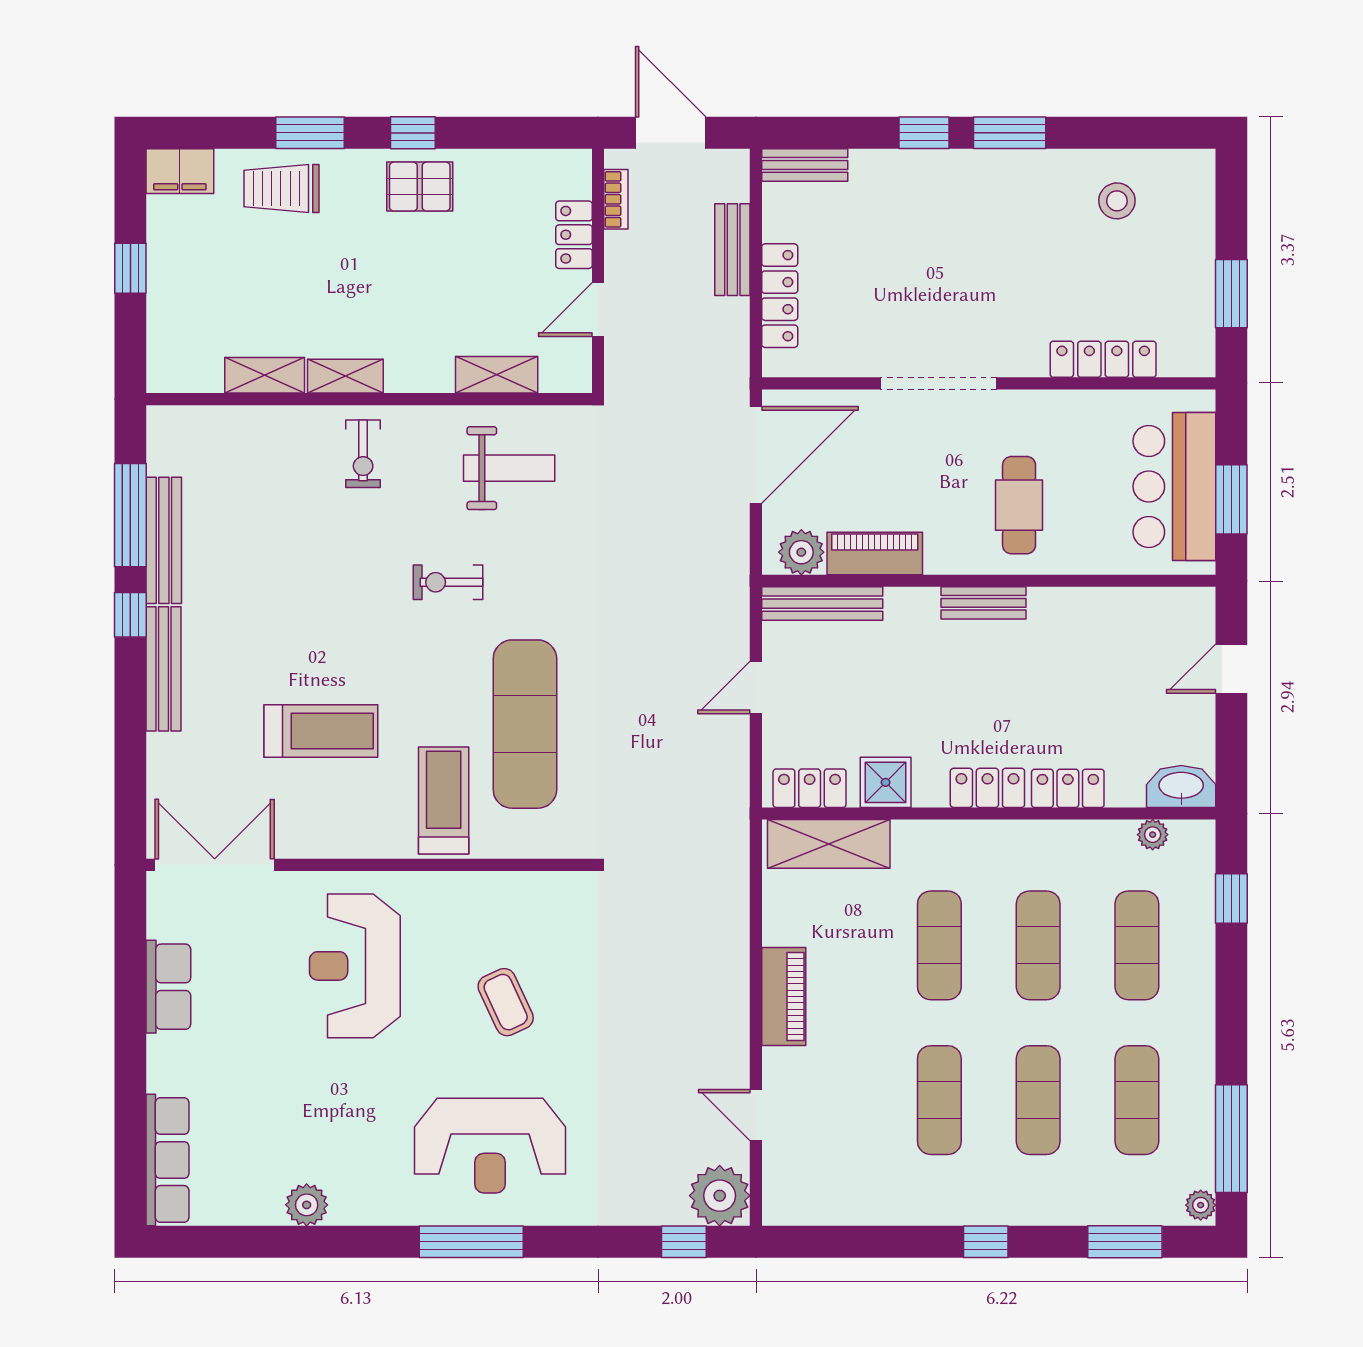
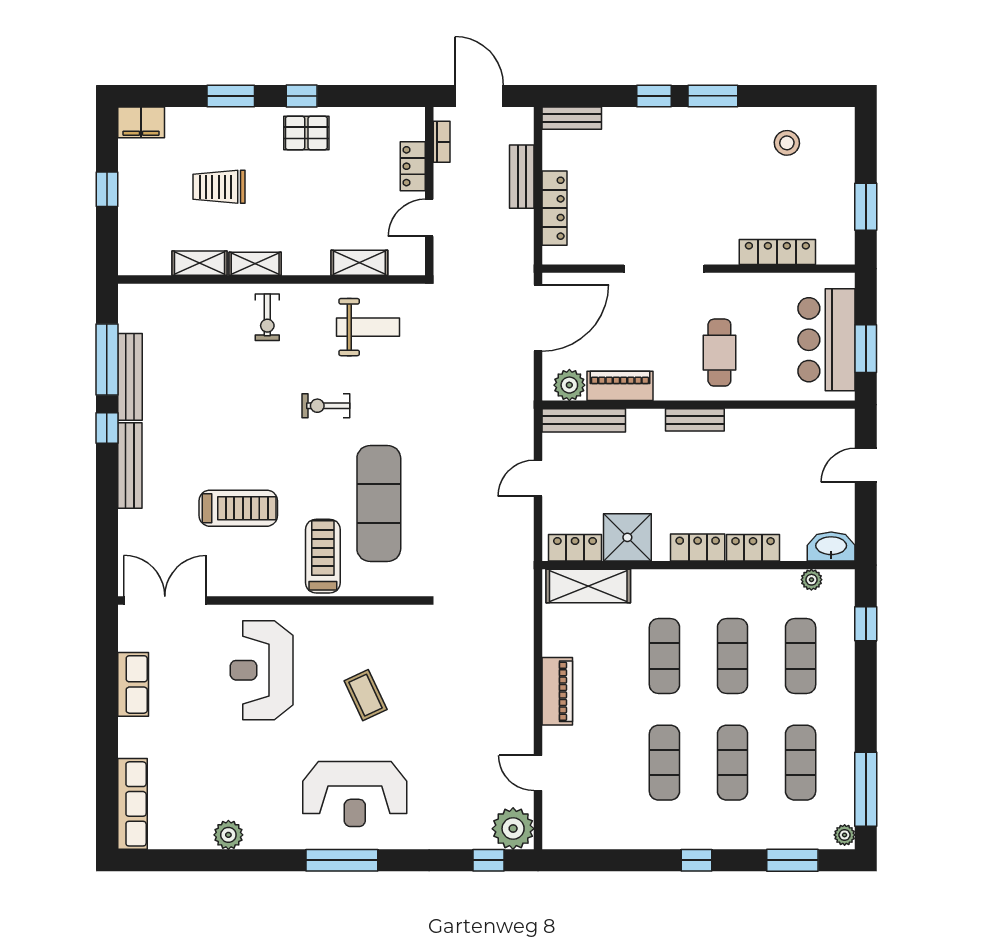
trolley: (282, 188) -> (219, 187), moved
shower: (886, 782) -> (627, 537), width x1.36, depth x1.36

